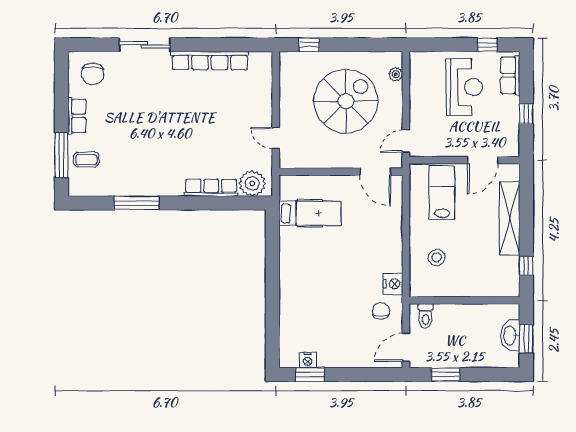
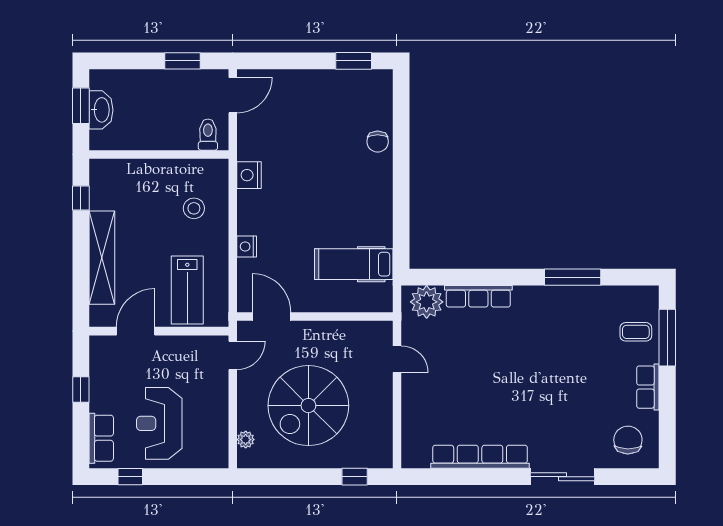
chair: (381, 311) -> (378, 142), moved
nightstand: (308, 360) -> (247, 247), moved, turned -90

